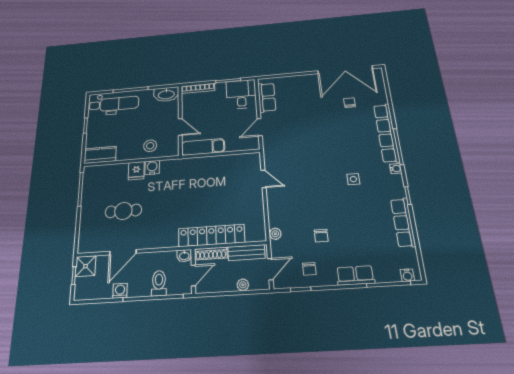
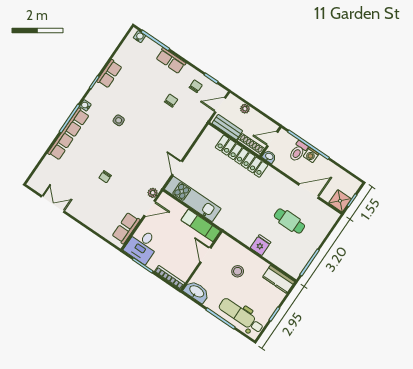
double door: (345, 70) -> (53, 204), width x0.54
chair: (350, 103) -> (105, 177), moved
stool: (150, 146) -> (238, 271), moved
kitchen unit: (228, 163) -> (193, 199), added
water cooler: (152, 167) -> (248, 239), removed
row of seats: (403, 223) -> (109, 74), width x0.68
plant: (275, 234) -> (153, 193), moved
washing machine: (120, 291) -> (311, 155), moved

